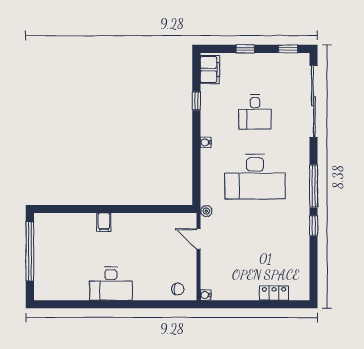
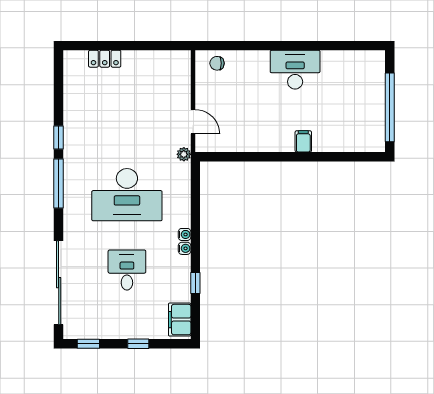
desk: (255, 177) -> (127, 195), turned 180
water cooler: (206, 295) -> (185, 248), moved

